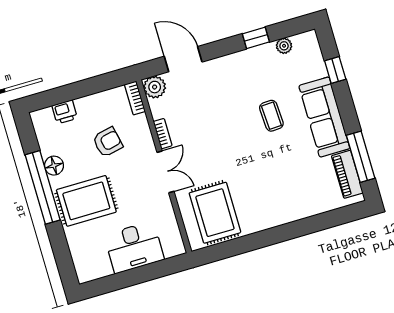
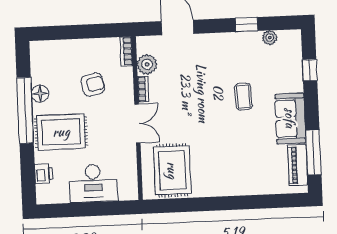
plant: (155, 87) -> (147, 64), moved
printer: (65, 112) -> (44, 174), moved, turned -90
sofa: (324, 117) -> (290, 118), width x0.73

